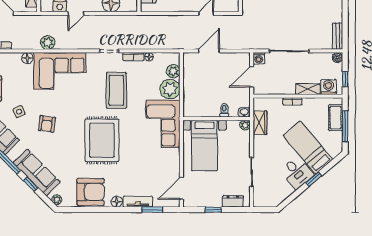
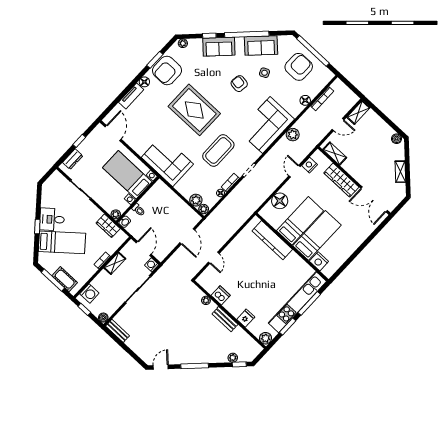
floor lamp: (27, 58) -> (305, 100), moved
plant: (170, 89) -> (204, 209), moved, width x0.53, depth x0.53
shelving: (308, 89) -> (115, 263), moved
coffee table: (116, 90) -> (218, 150), turned 90
sofa: (37, 172) -> (219, 47), width x0.73
window: (152, 210) -> (155, 60), moved

